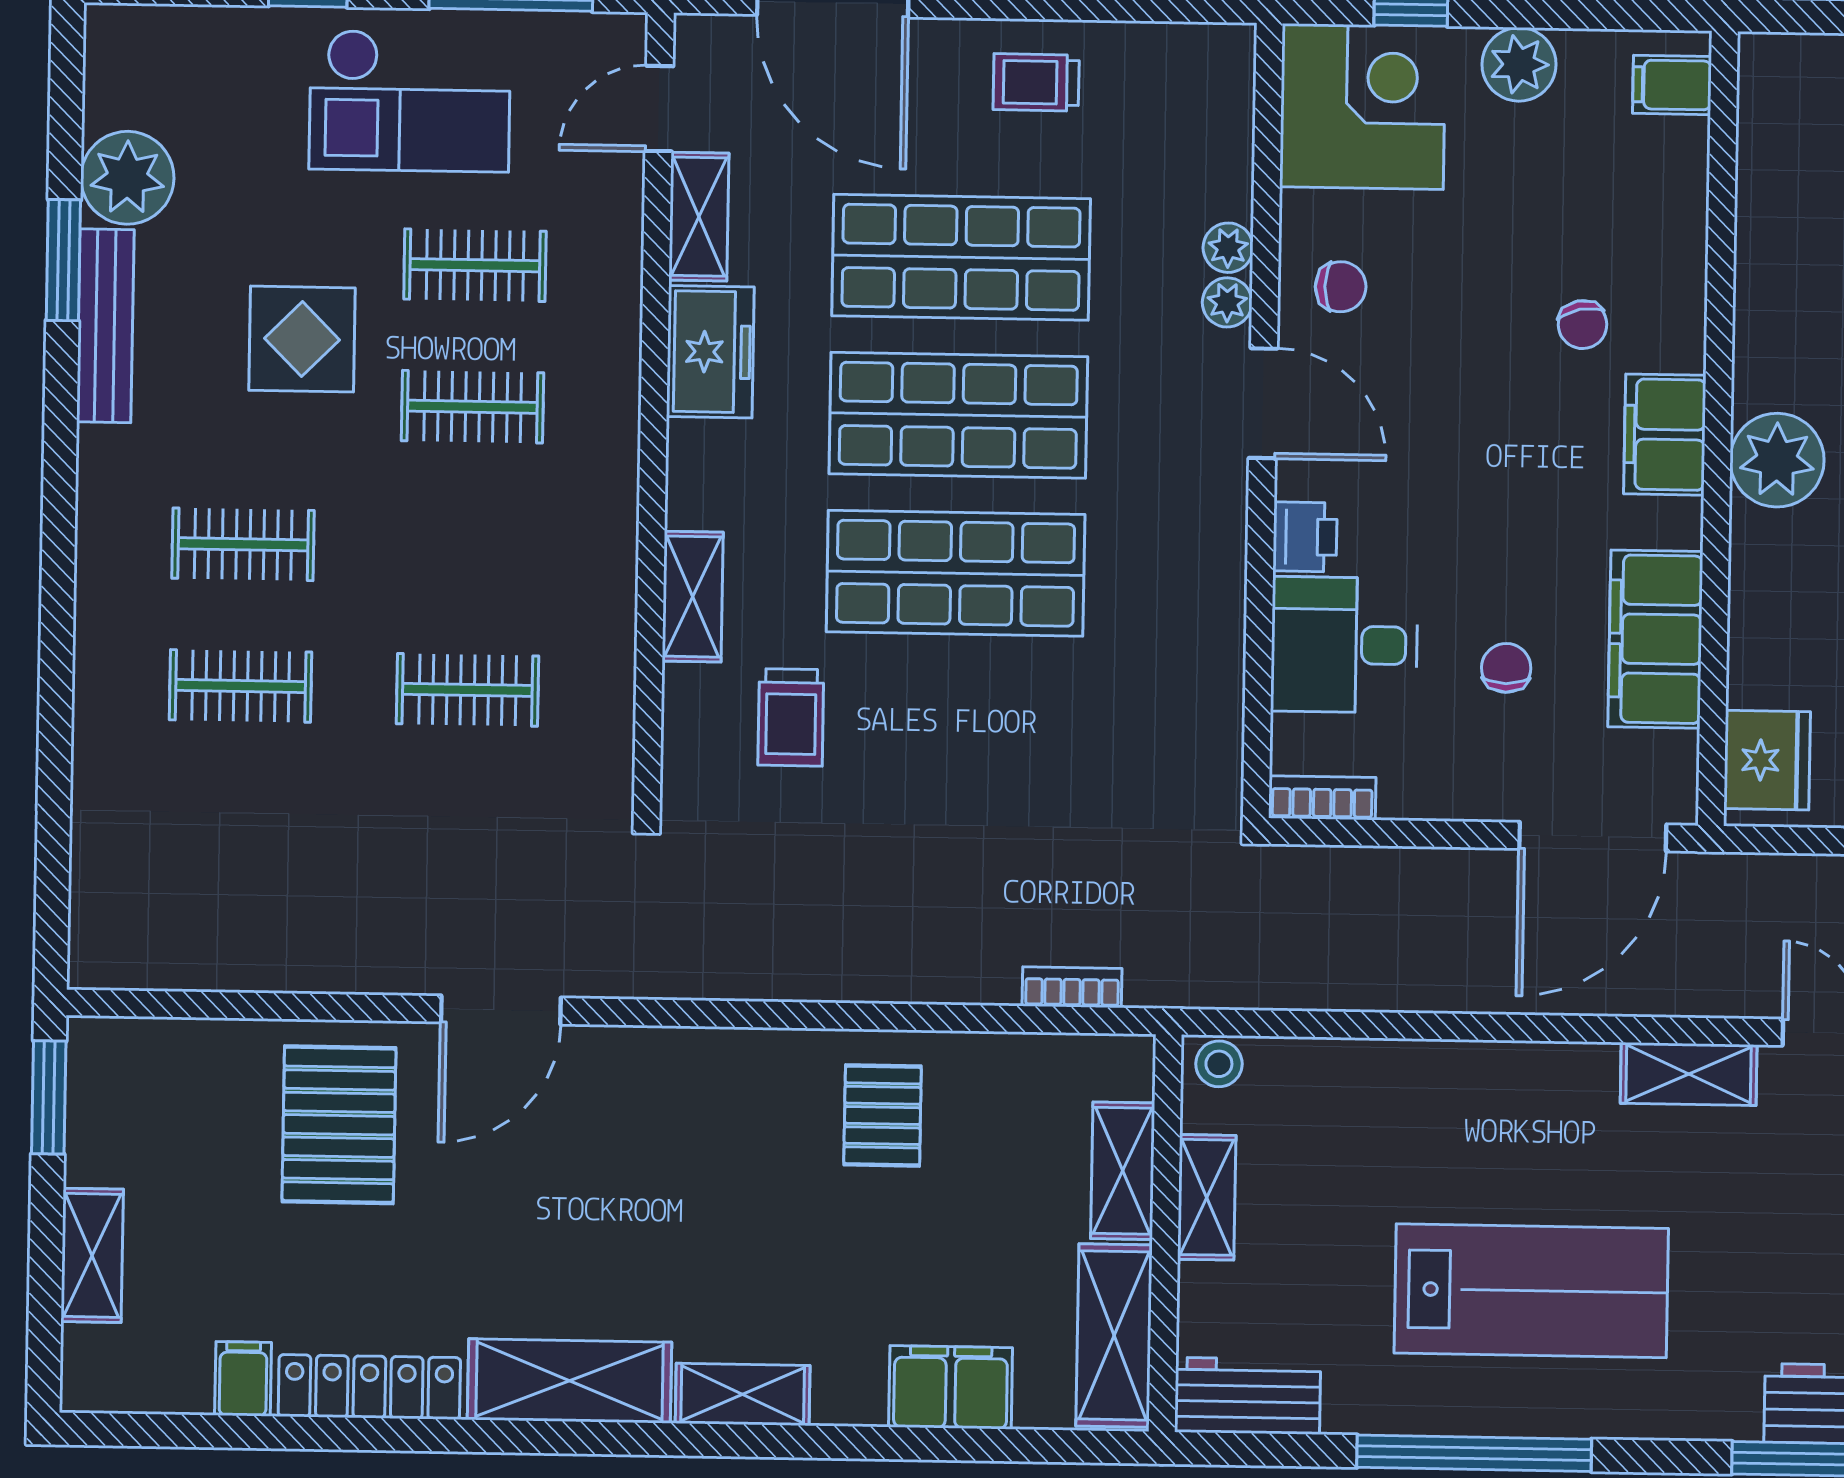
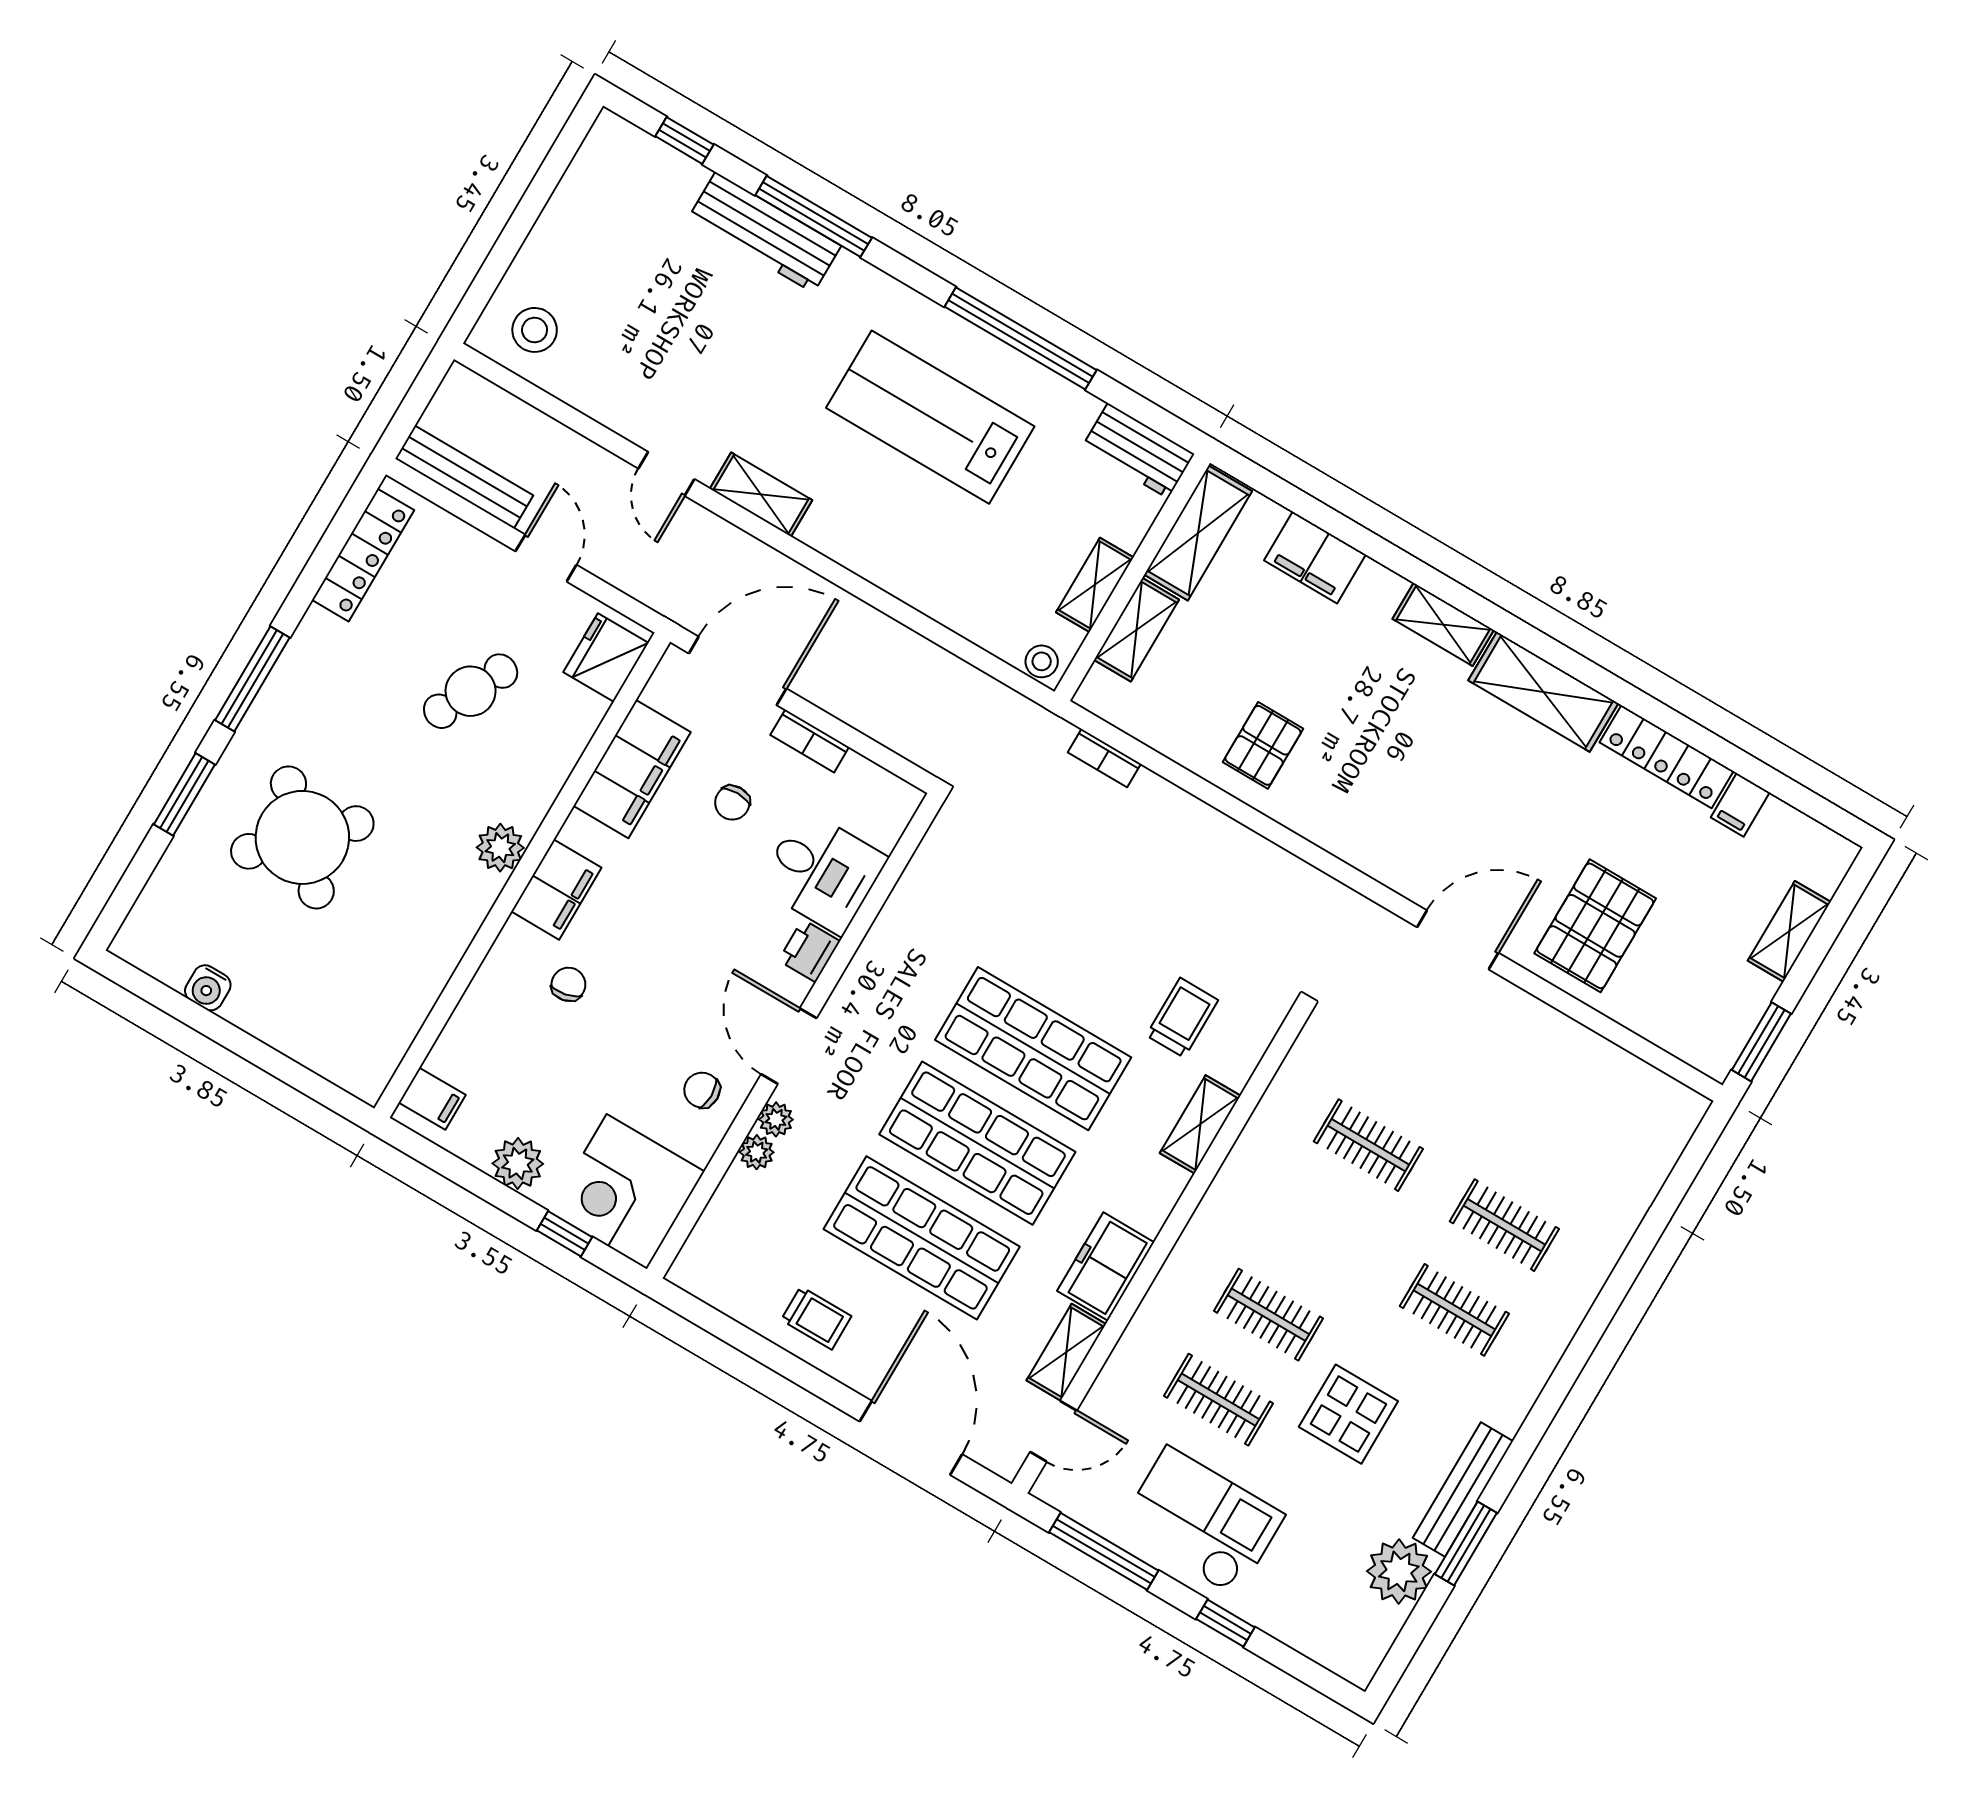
plant: (1777, 460) -> (500, 848), width x0.73, depth x0.73
bookcase: (1322, 798) -> (810, 741), moved

